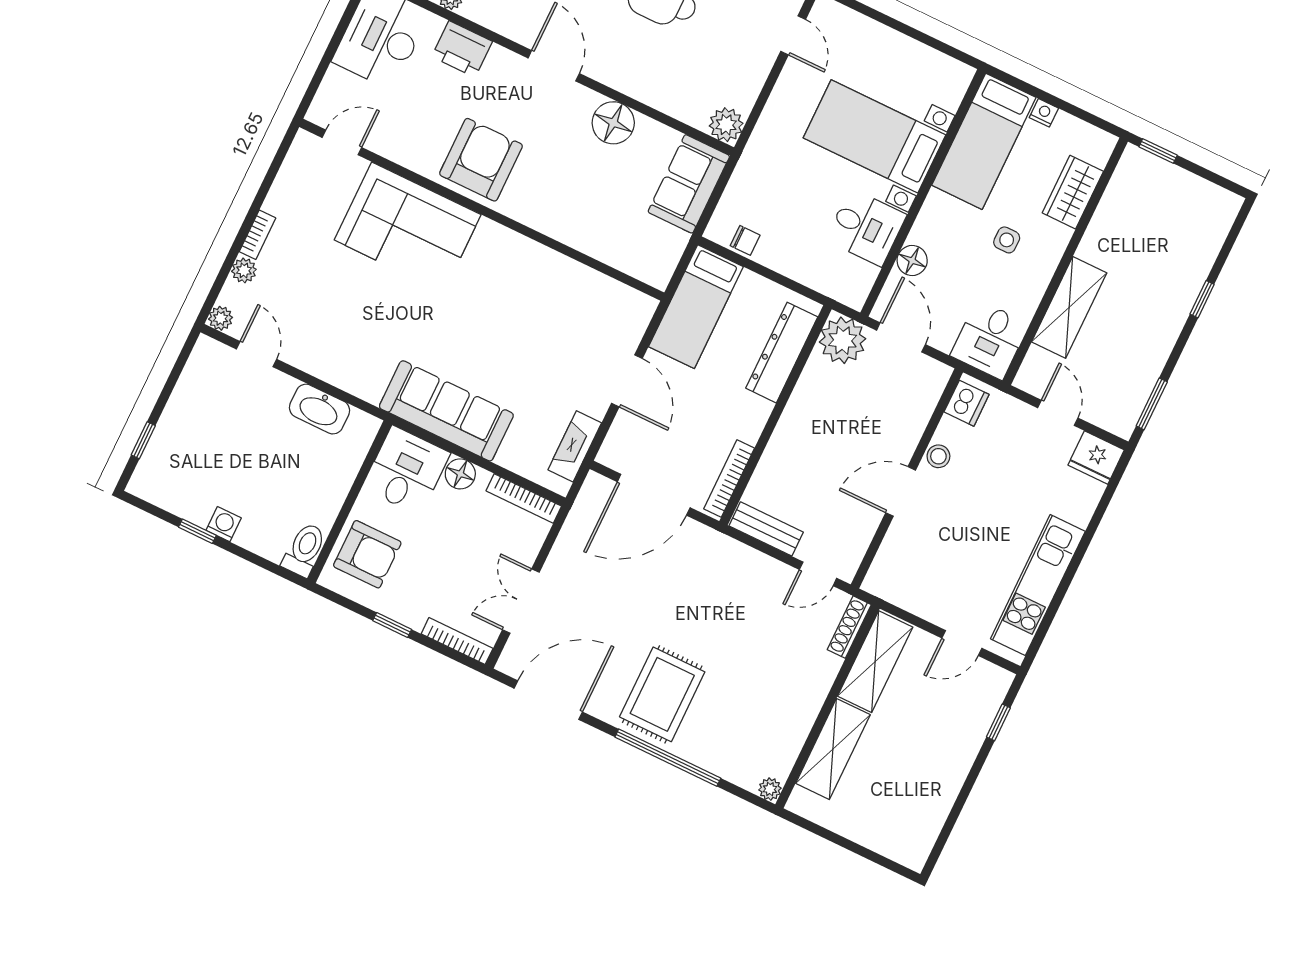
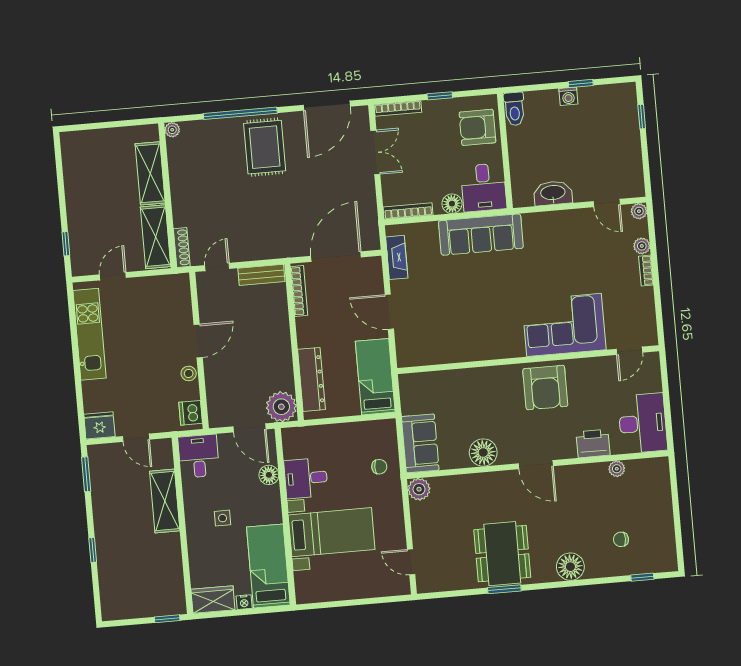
wardrobe: (1073, 192) -> (213, 600), moved, turned -90
chair: (745, 240) -> (379, 467), moved, turned 180

